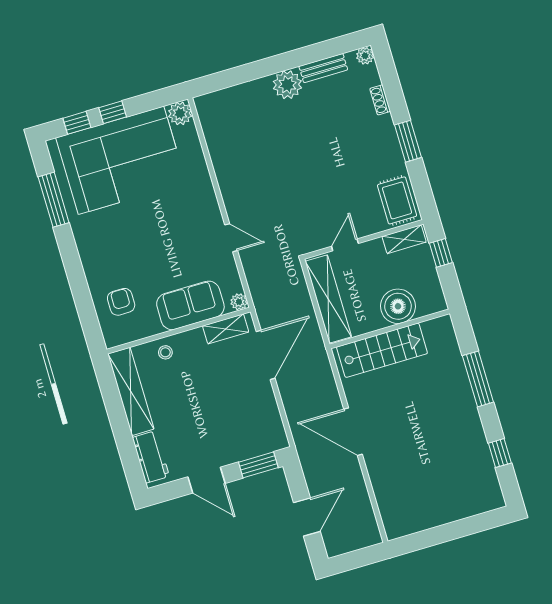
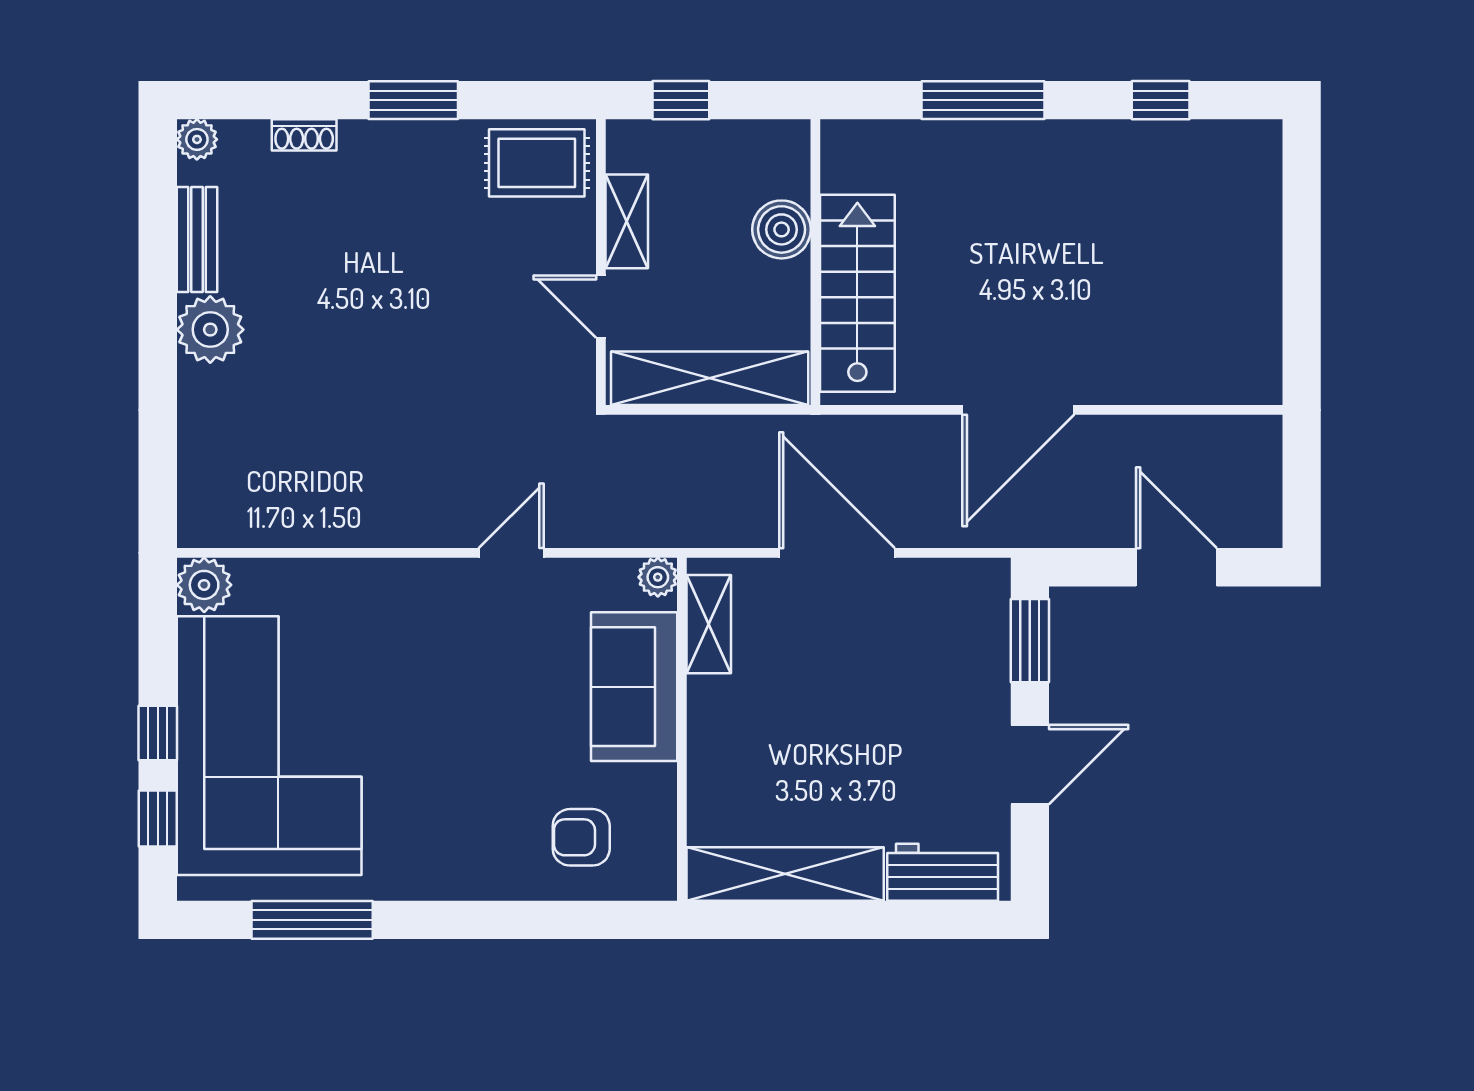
shelving: (404, 239) -> (627, 221), moved
boiler: (398, 306) -> (782, 229), width x0.73, depth x0.73
stool: (165, 352) -> (721, 772), removed
door: (266, 355) -> (837, 553), moved

